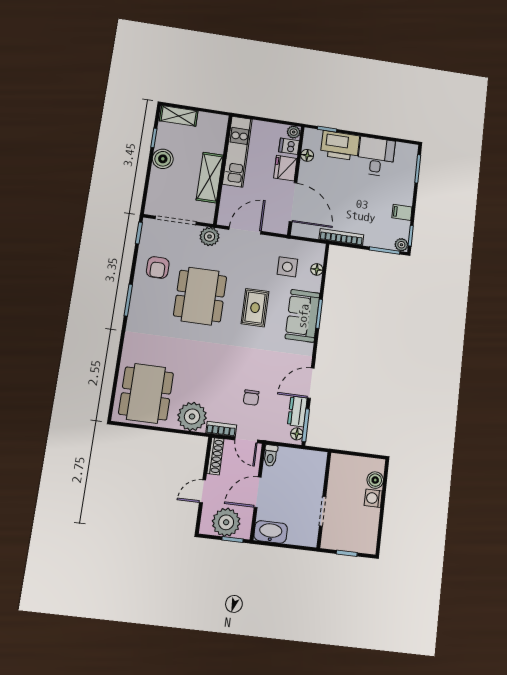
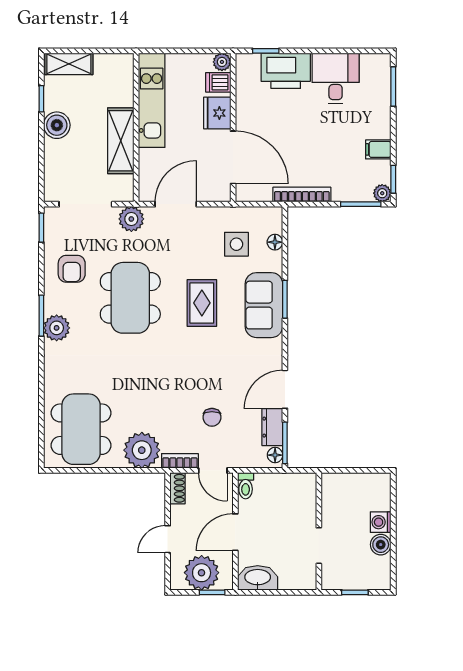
floor lamp: (307, 155) -> (244, 91), removed
plant: (139, 311) -> (57, 328), added
shoe rack: (215, 456) -> (177, 488), width x0.70
boiler: (375, 480) -> (381, 545), moved

